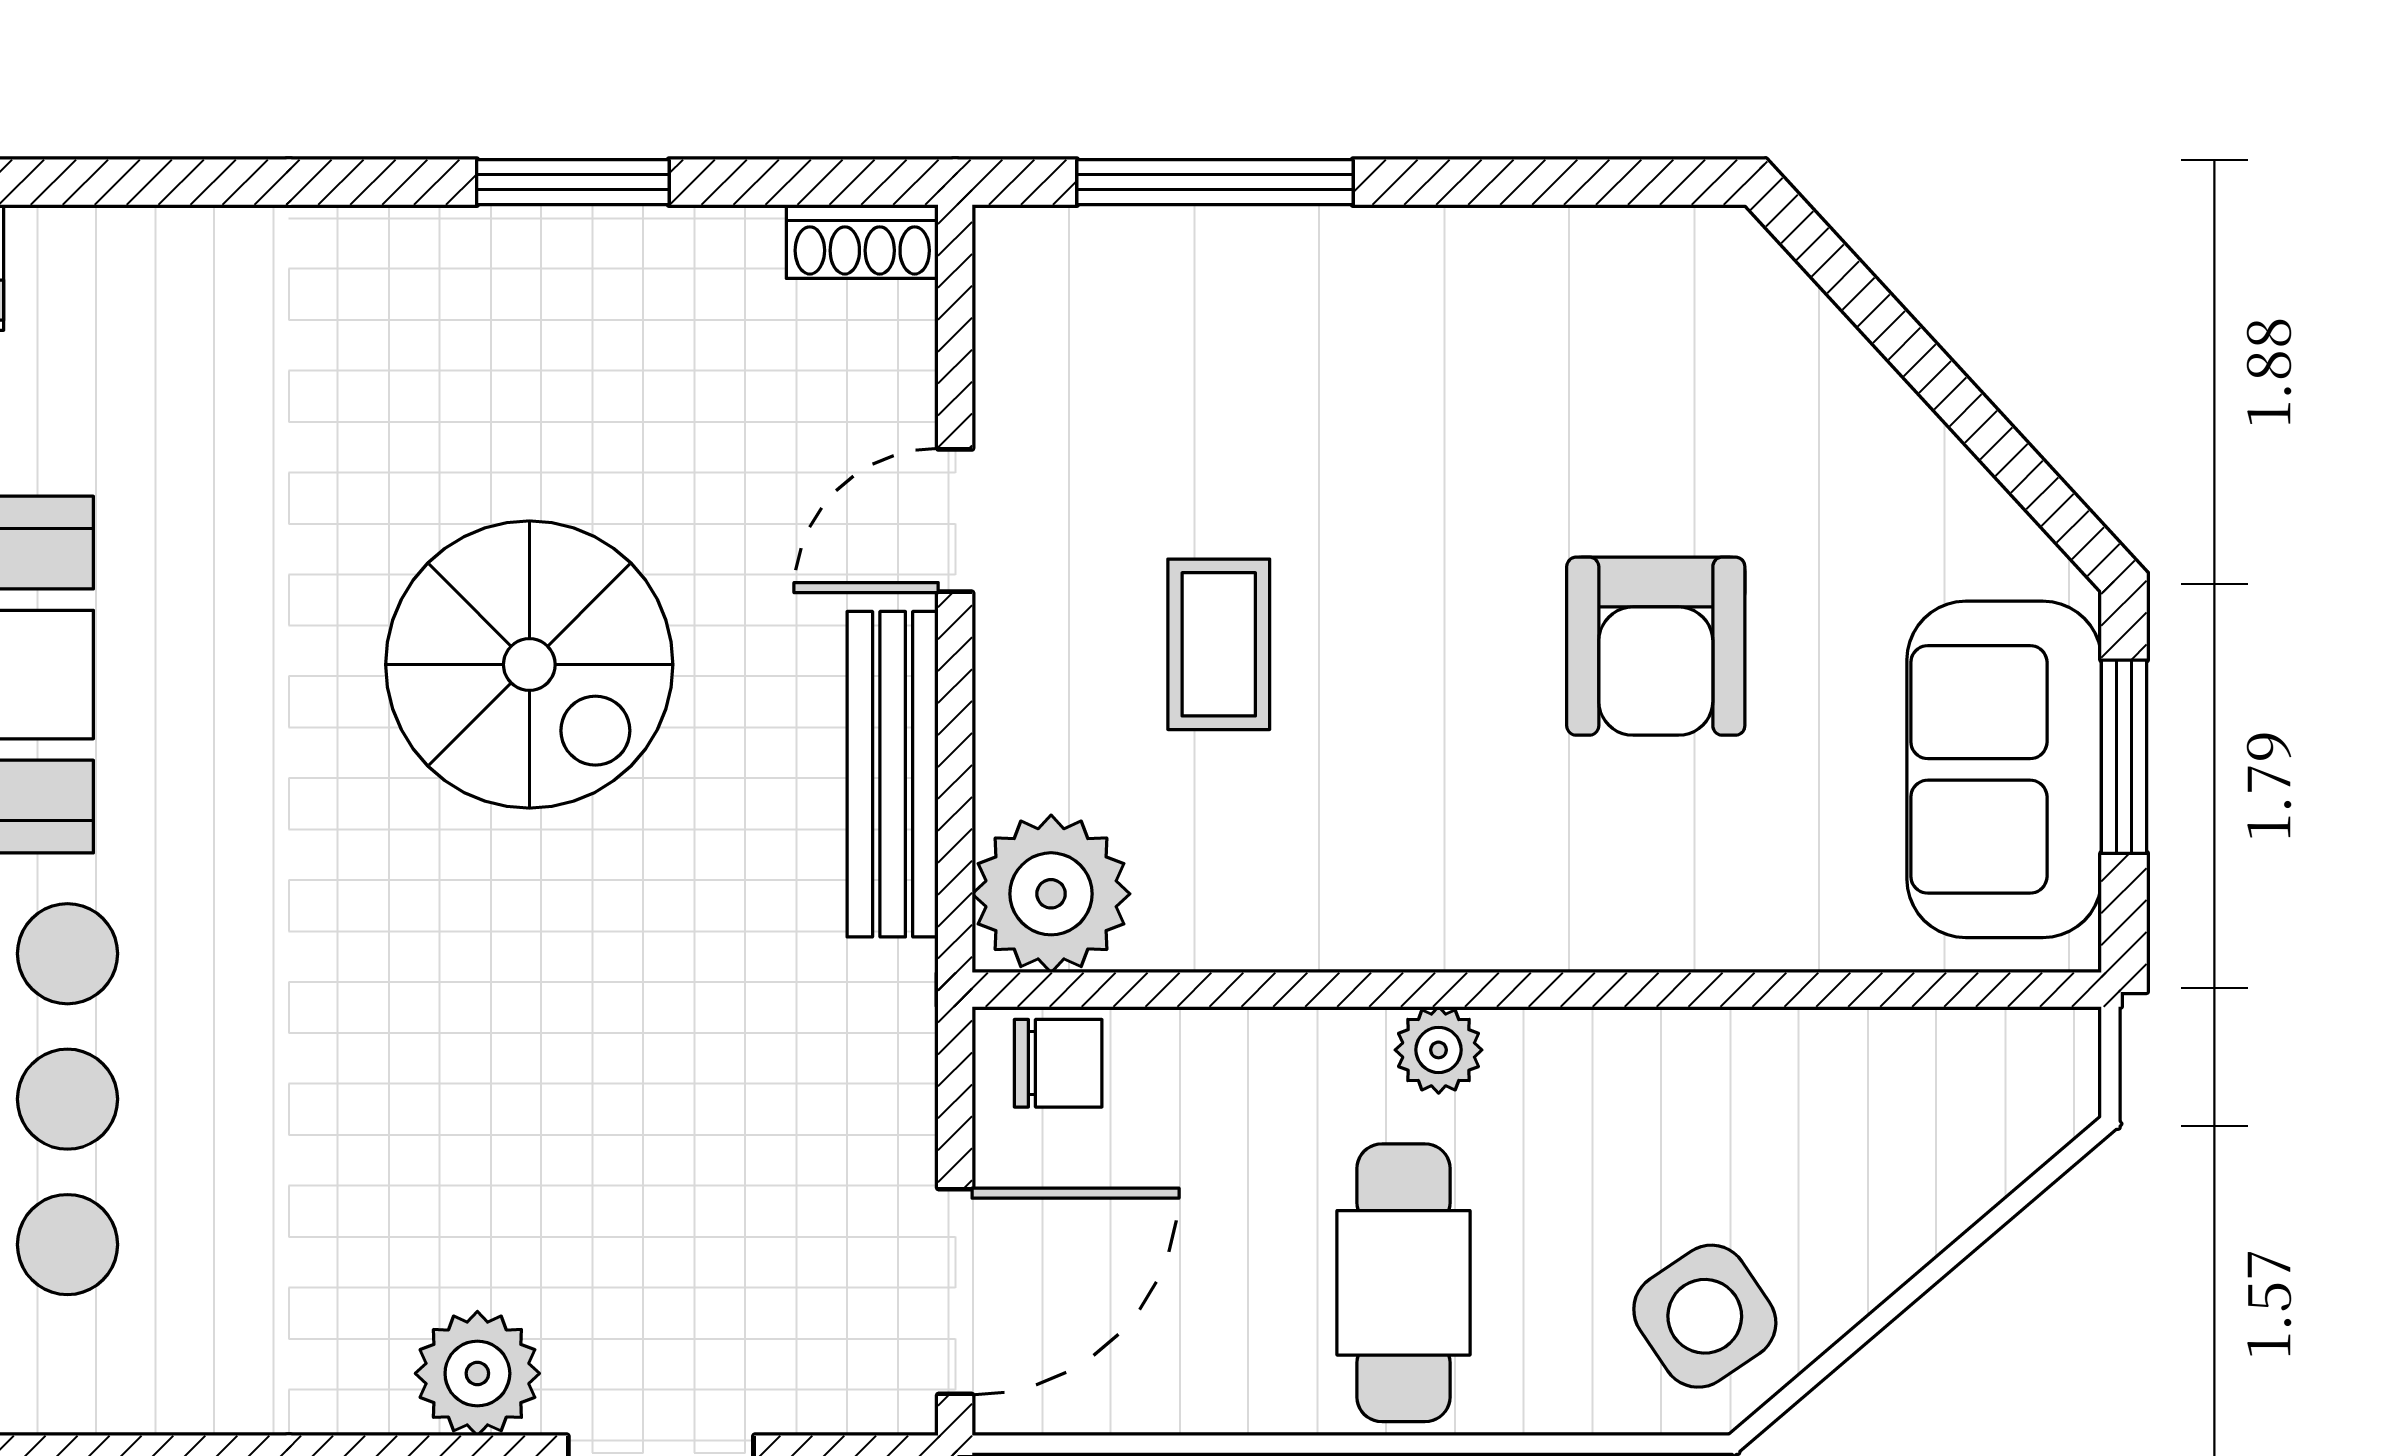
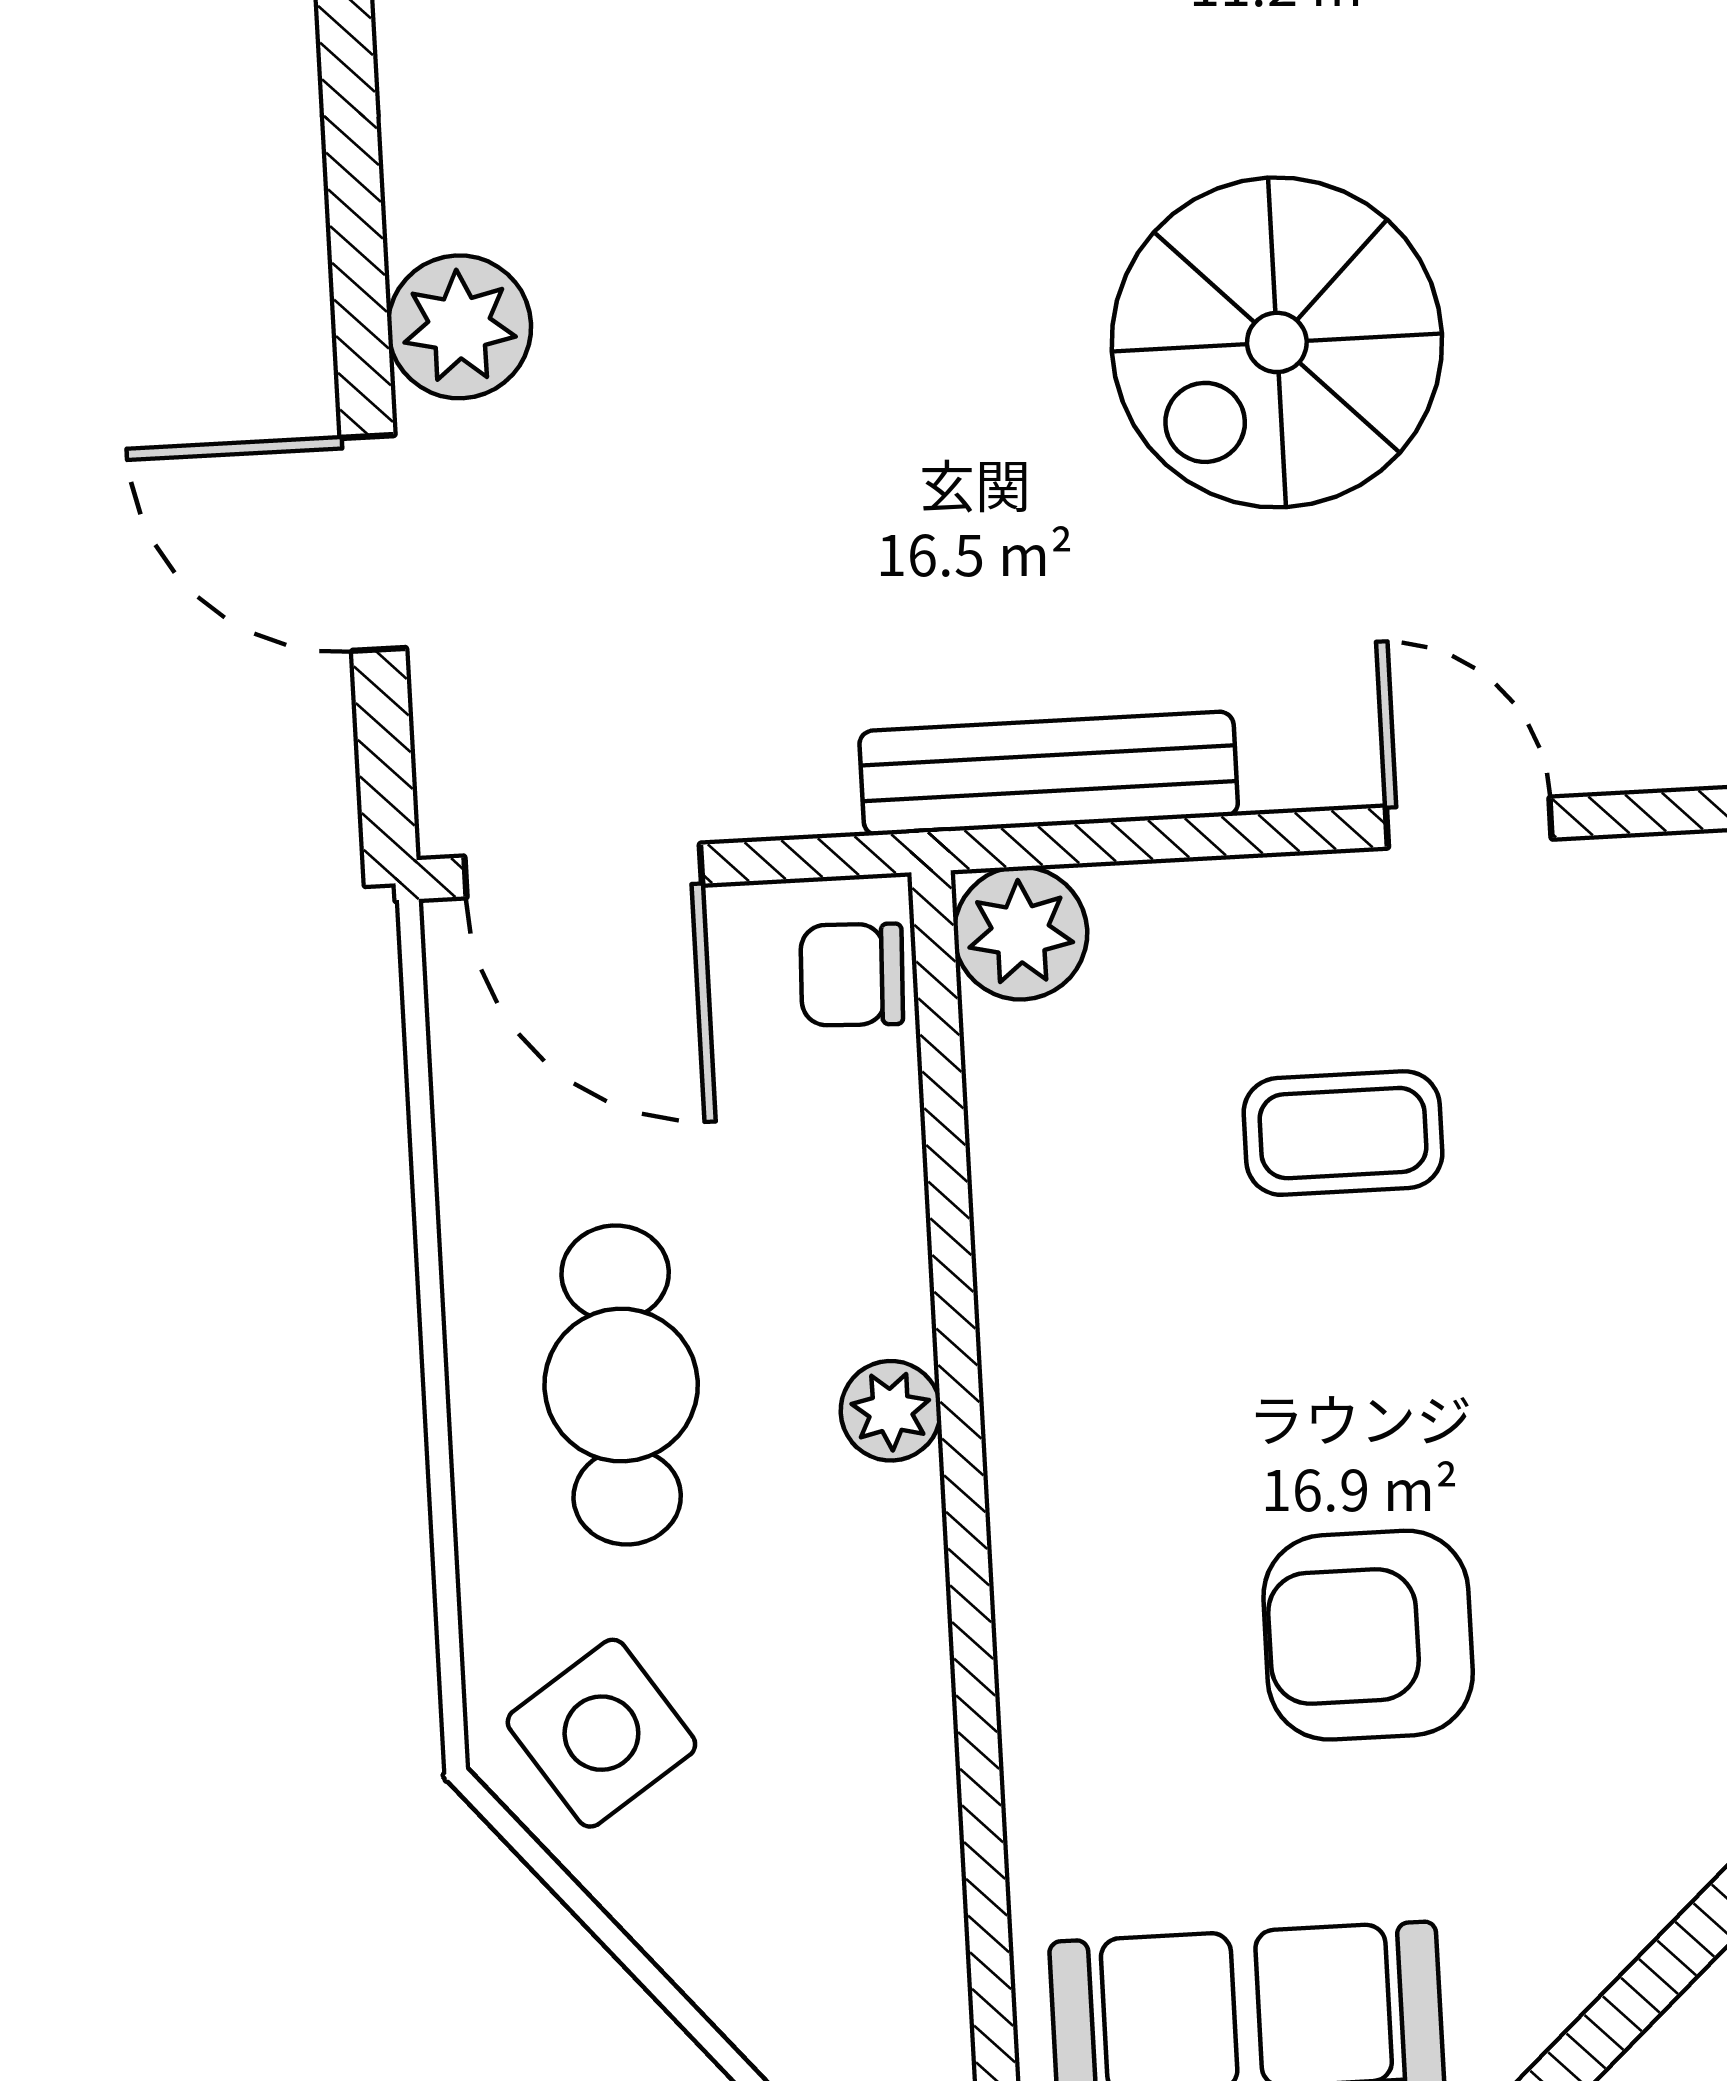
bench: (893, 774) -> (1049, 773), moved
plant: (1051, 894) -> (1021, 933), width x0.73, depth x0.73
chair: (1058, 1063) -> (852, 975), turned 92
cafe table: (1403, 1283) -> (621, 1385), turned 90

